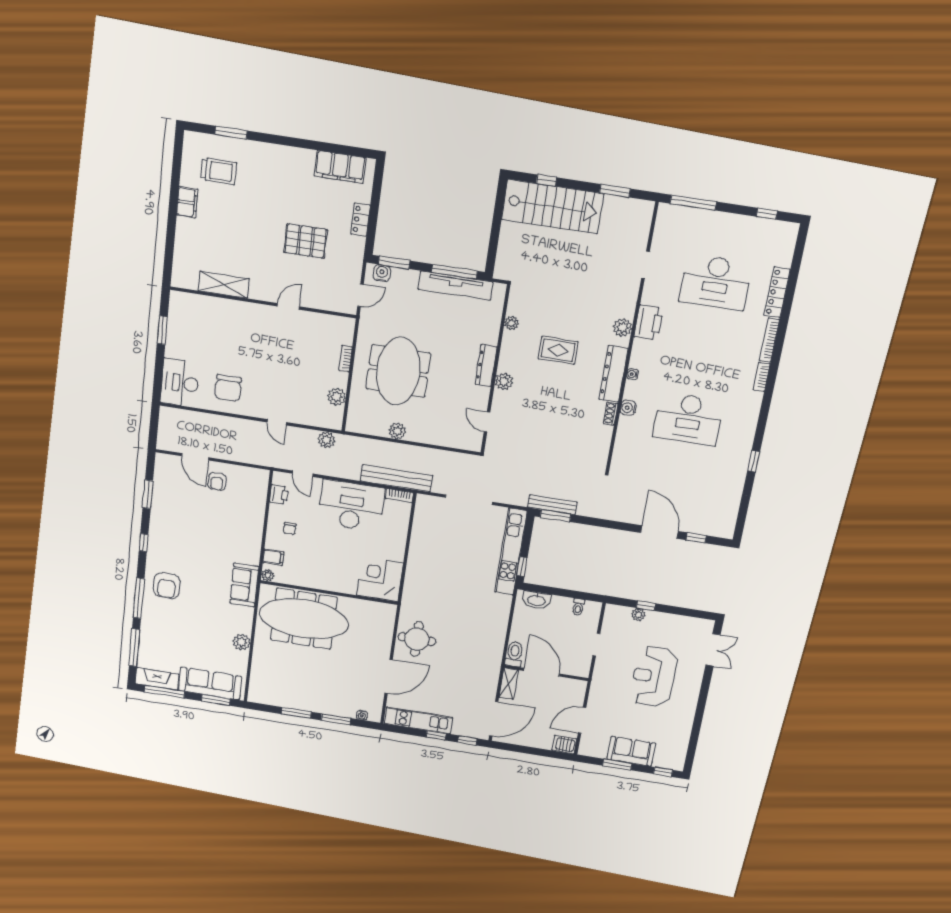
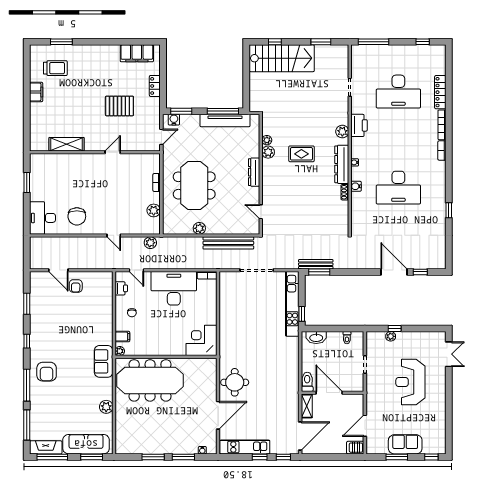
plant: (504, 382) -> (268, 152), moved
bench: (396, 478) -> (228, 243), moved

